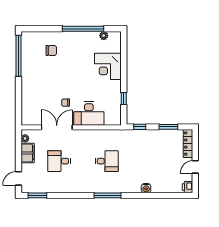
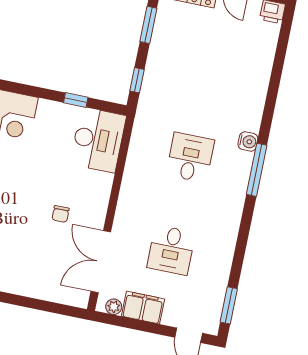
desk: (89, 114) -> (98, 140), moved
double door: (57, 127) -> (101, 262), moved
water cooler: (146, 188) -> (248, 141), moved

